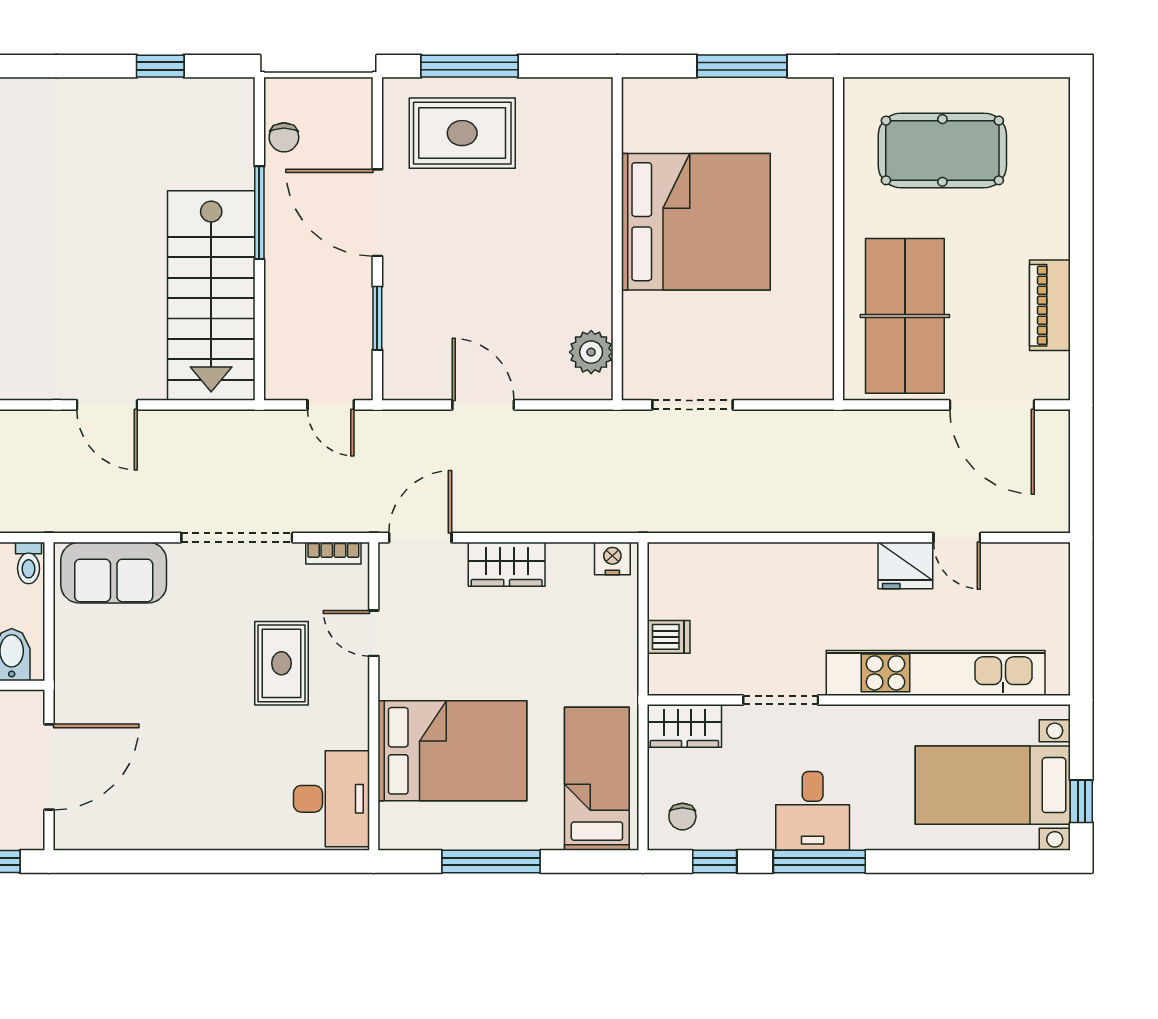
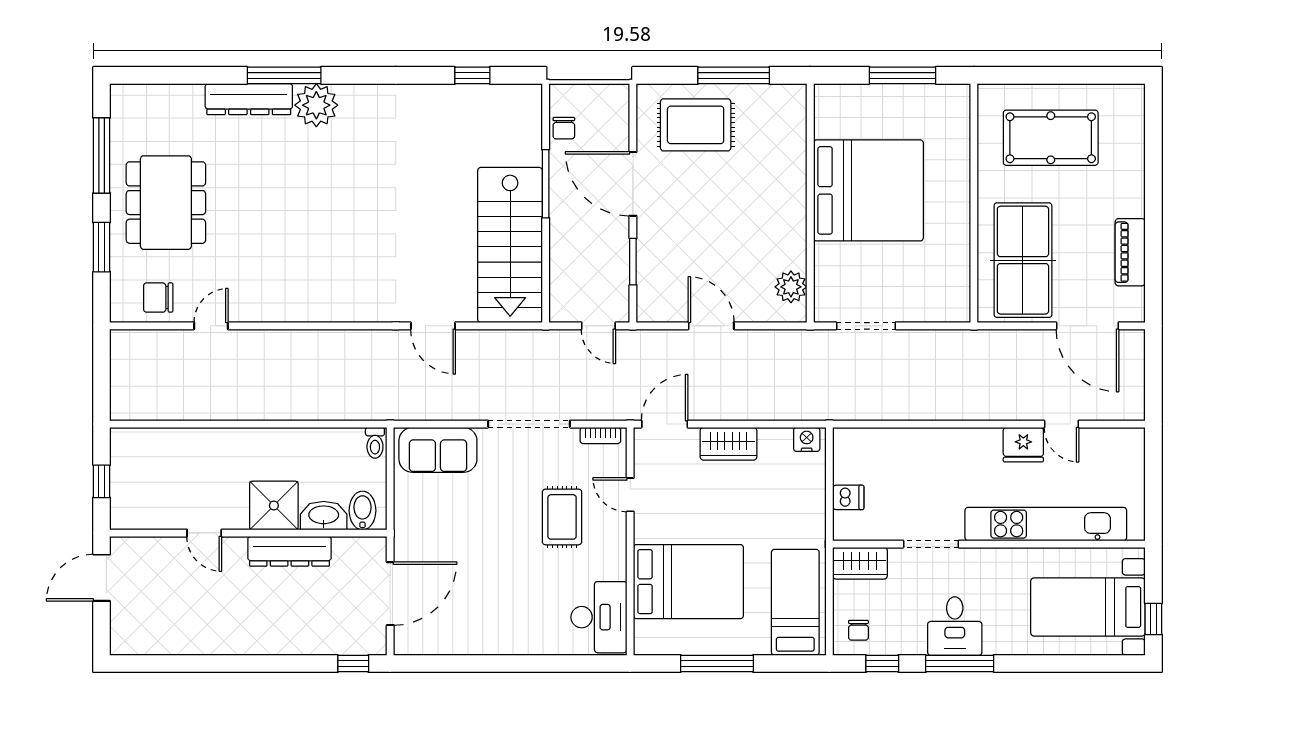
window: (470, 66) -> (734, 75), moved

